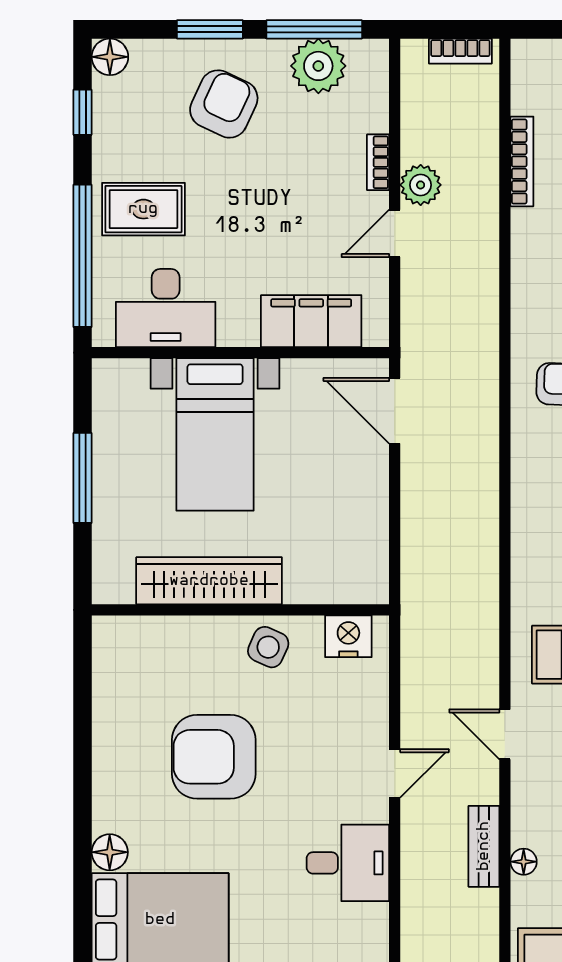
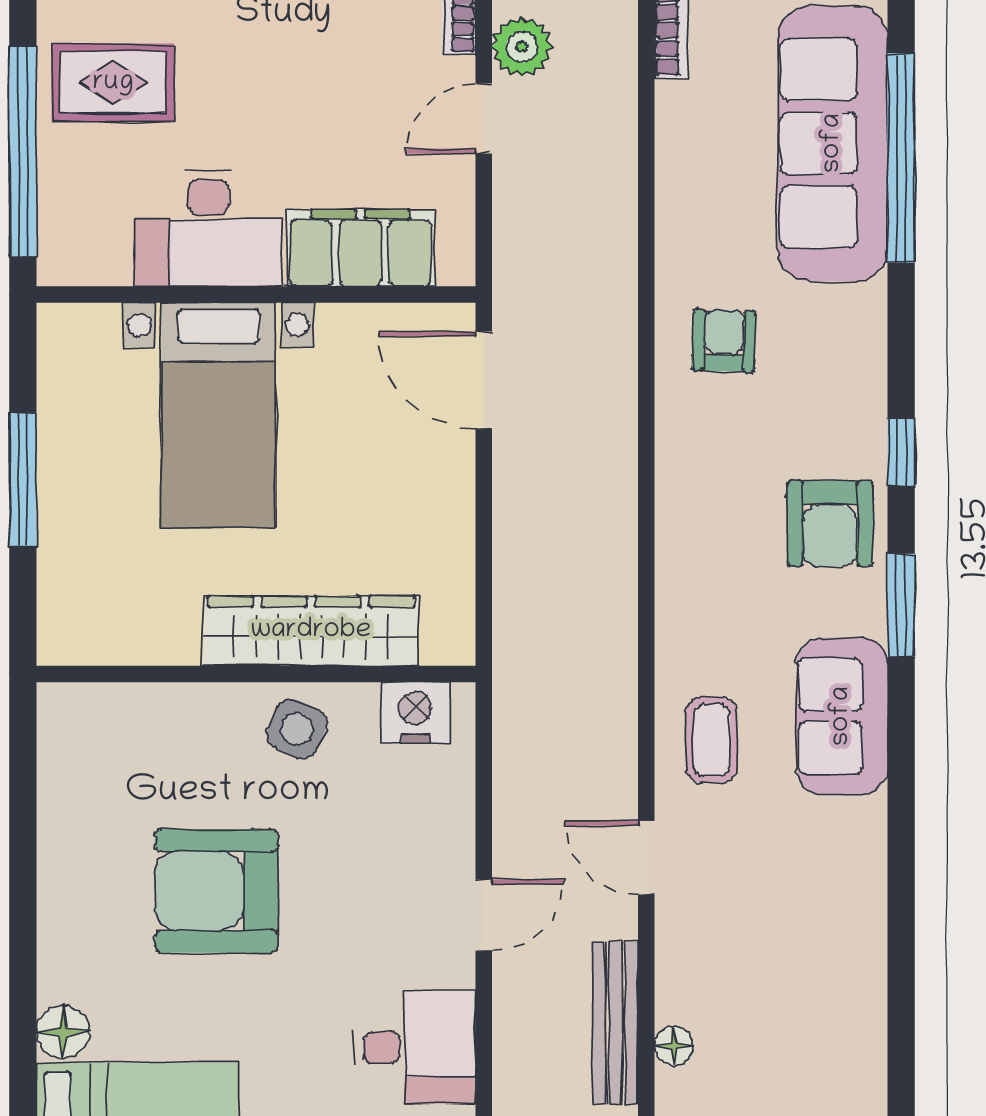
desk: (166, 308) -> (208, 229), moved
wardrobe: (209, 581) -> (311, 631), moved
bench: (484, 846) -> (615, 1023), width x1.36

